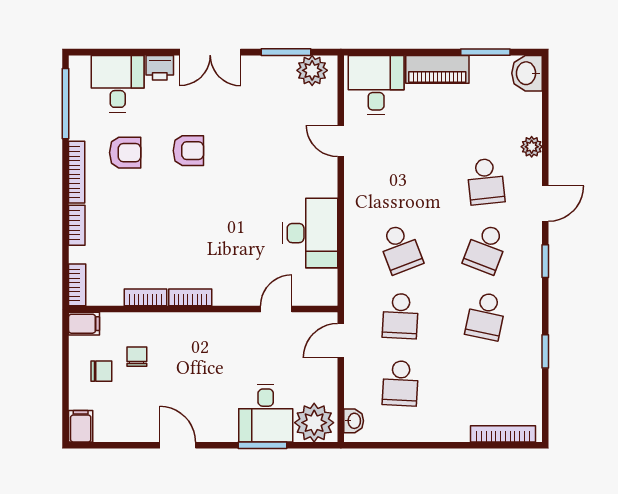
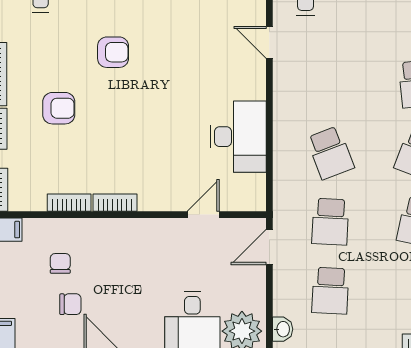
armchair: (125, 153) -> (59, 108), moved
chair: (101, 371) -> (70, 304), moved

